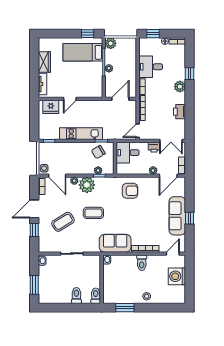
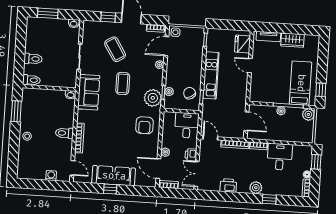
plant: (87, 185) -> (153, 98), moved
sofa: (115, 243) -> (89, 92), moved
washing machine: (177, 276) -> (51, 176), width x0.53, depth x0.53

